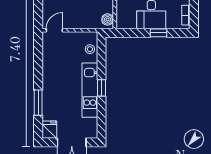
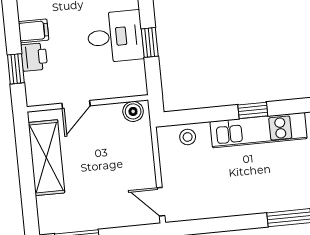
window: (158, 33) -> (150, 42), moved

